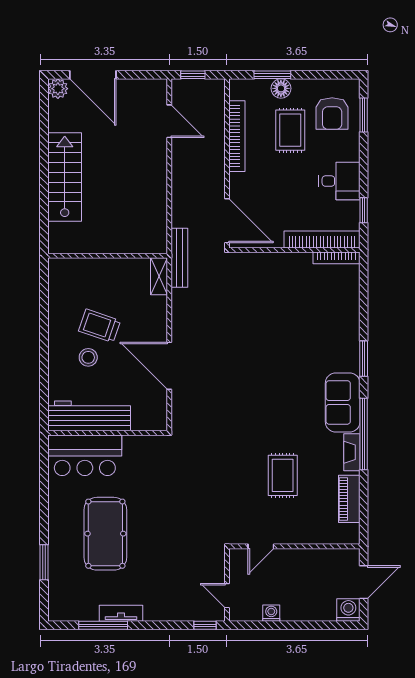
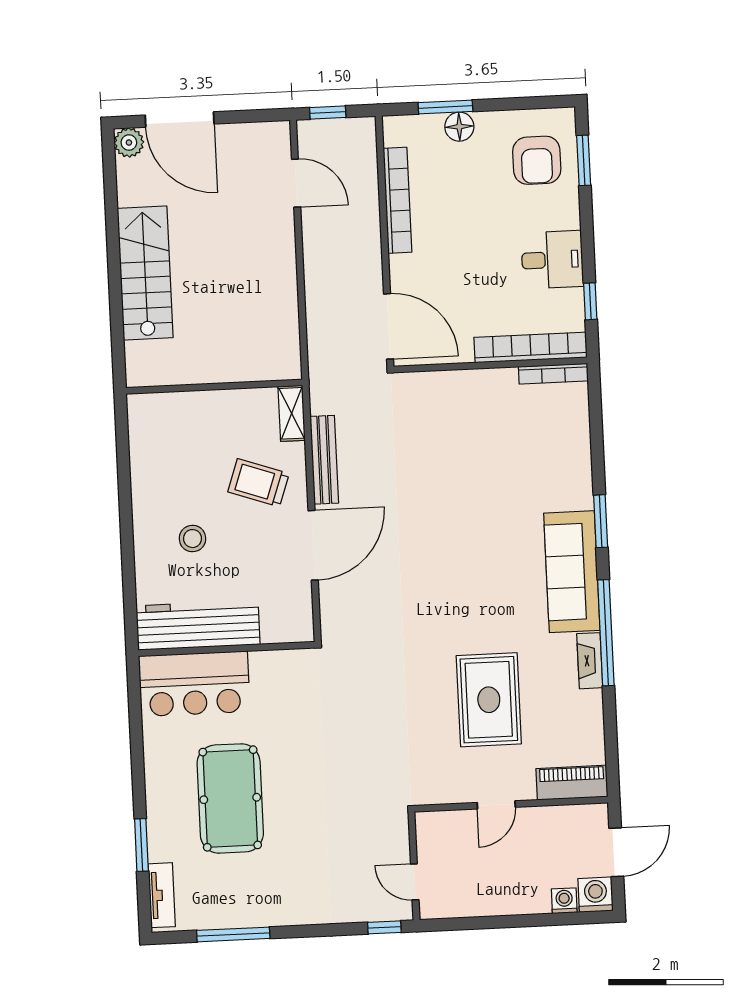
rug: (290, 130) -> (476, 188), removed
bench: (179, 258) -> (324, 460), moved
trolley: (99, 326) -> (258, 483), moved
door: (169, 366) -> (313, 545), swing flipped
sofa: (343, 402) -> (572, 572), width x1.36
rug: (283, 475) -> (489, 700), width x1.36, depth x1.43
piano: (349, 499) -> (572, 783), moved, turned 90
door: (261, 546) -> (496, 805), moved
tv unit: (121, 613) -> (162, 895), moved, turned 90
washing machine: (271, 613) -> (564, 901), moved

